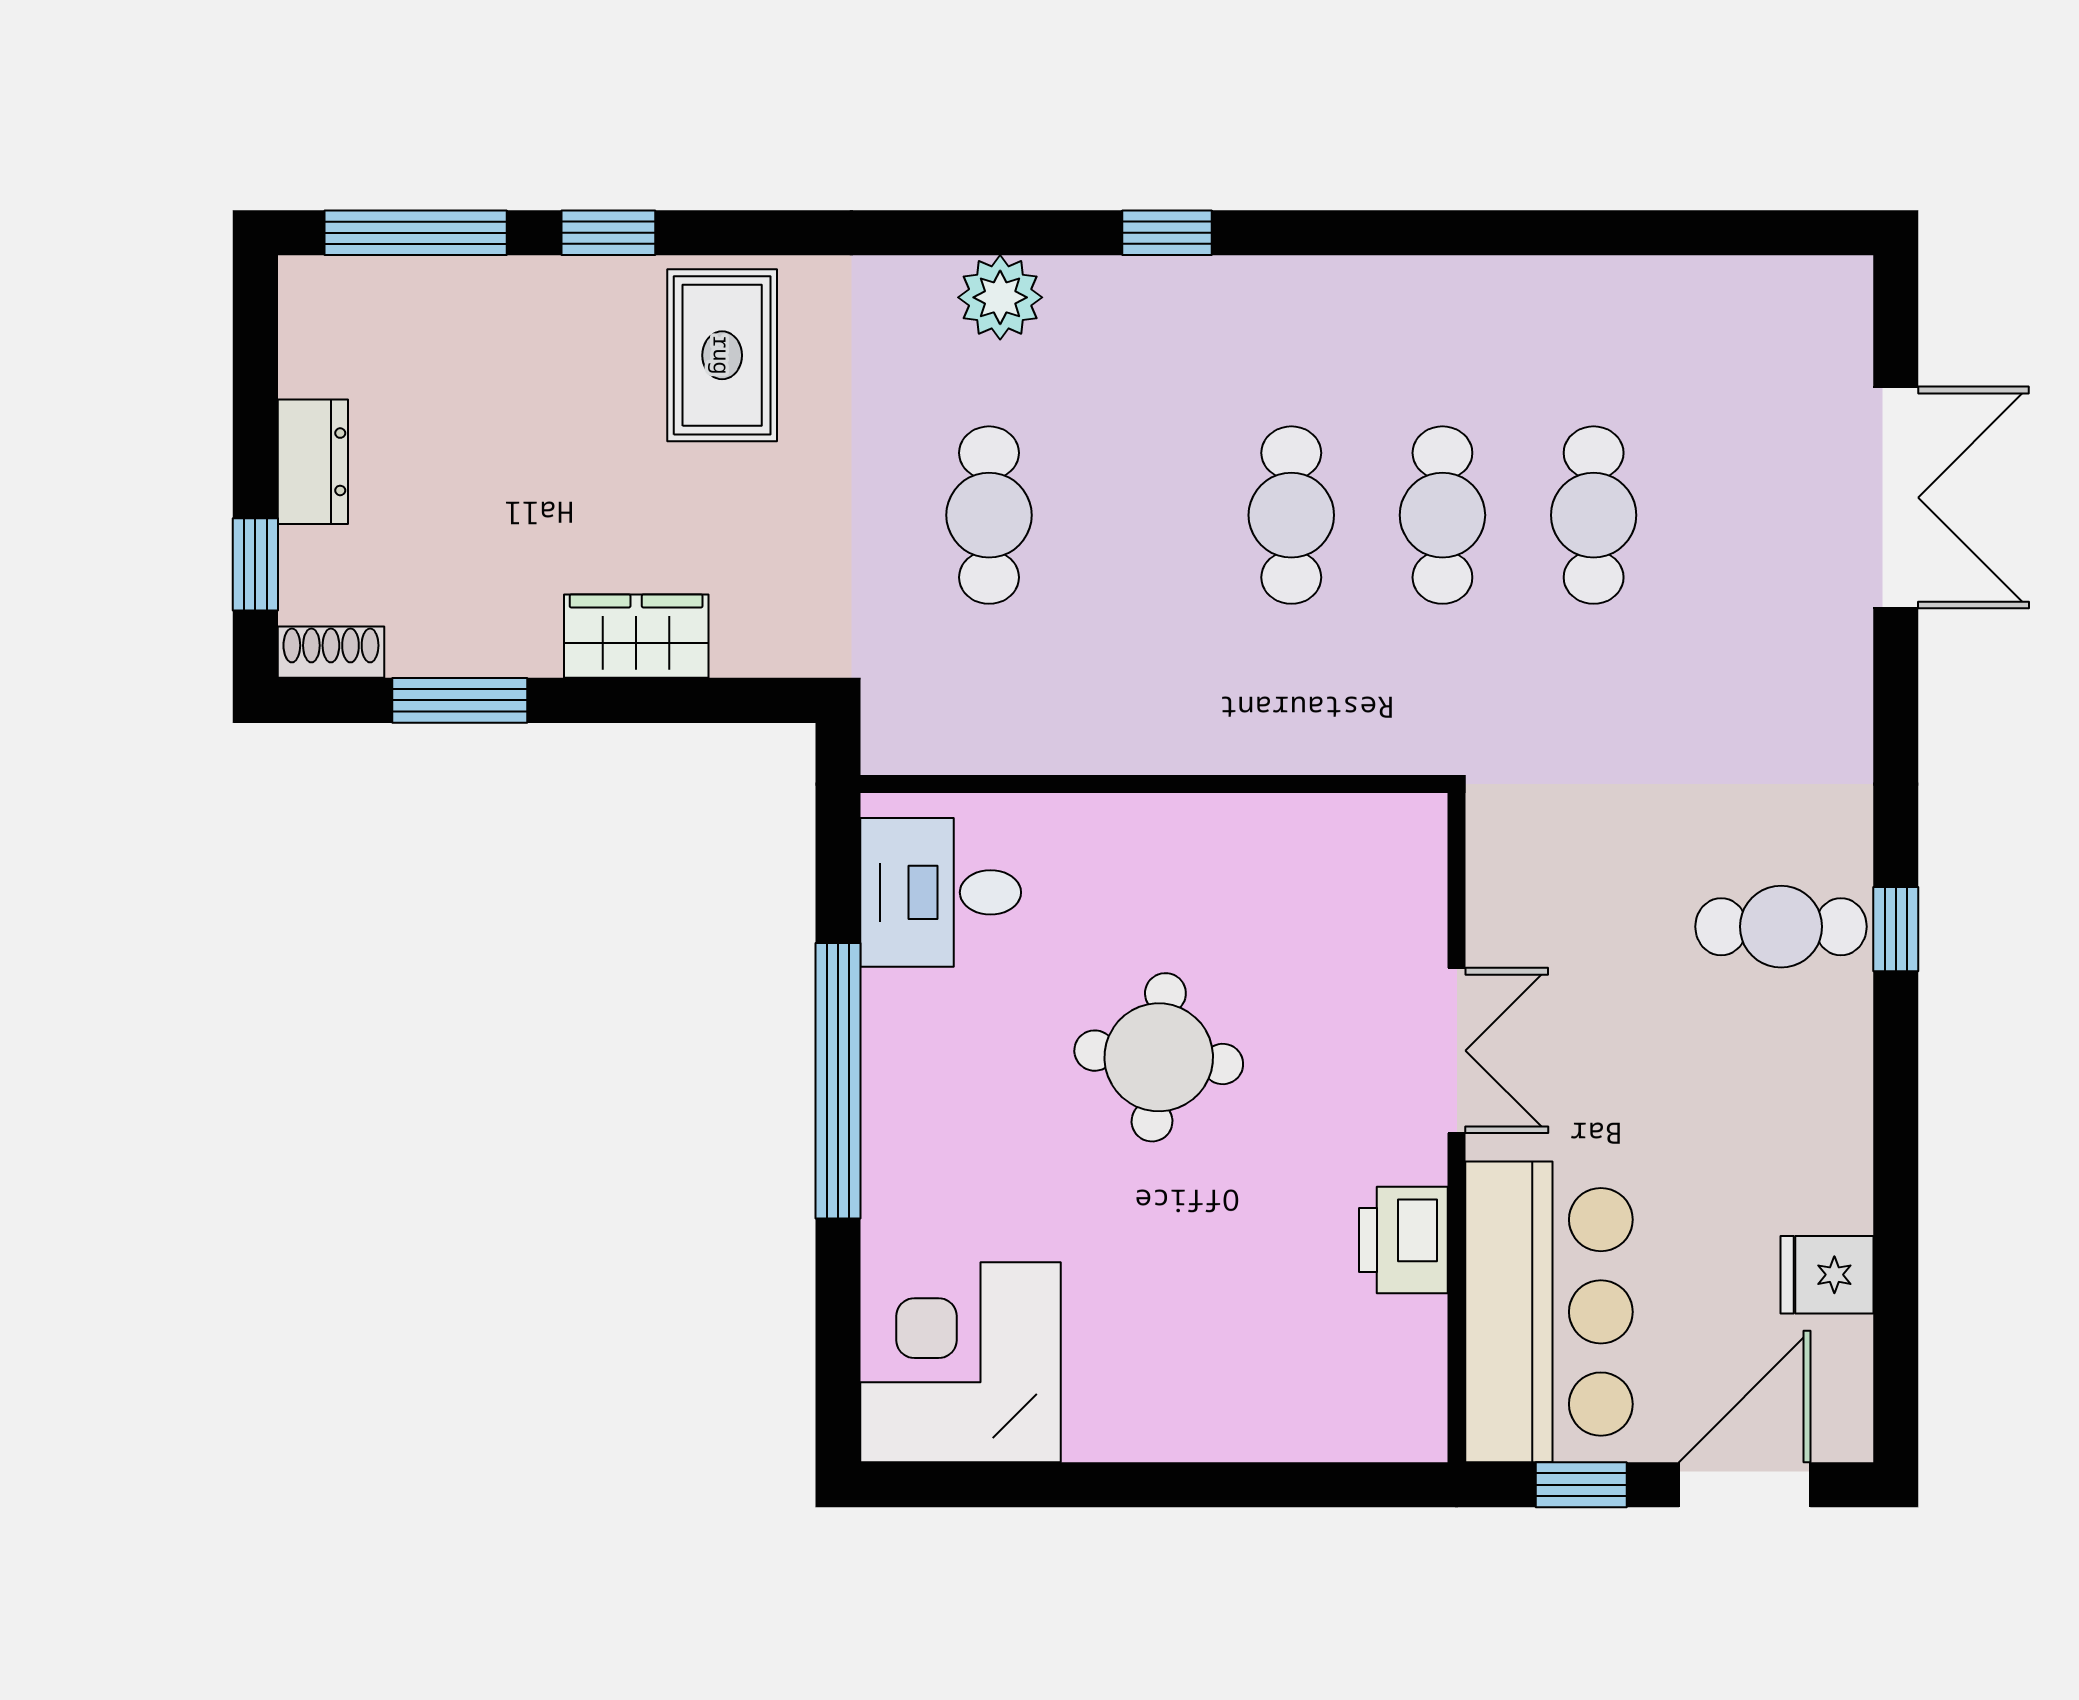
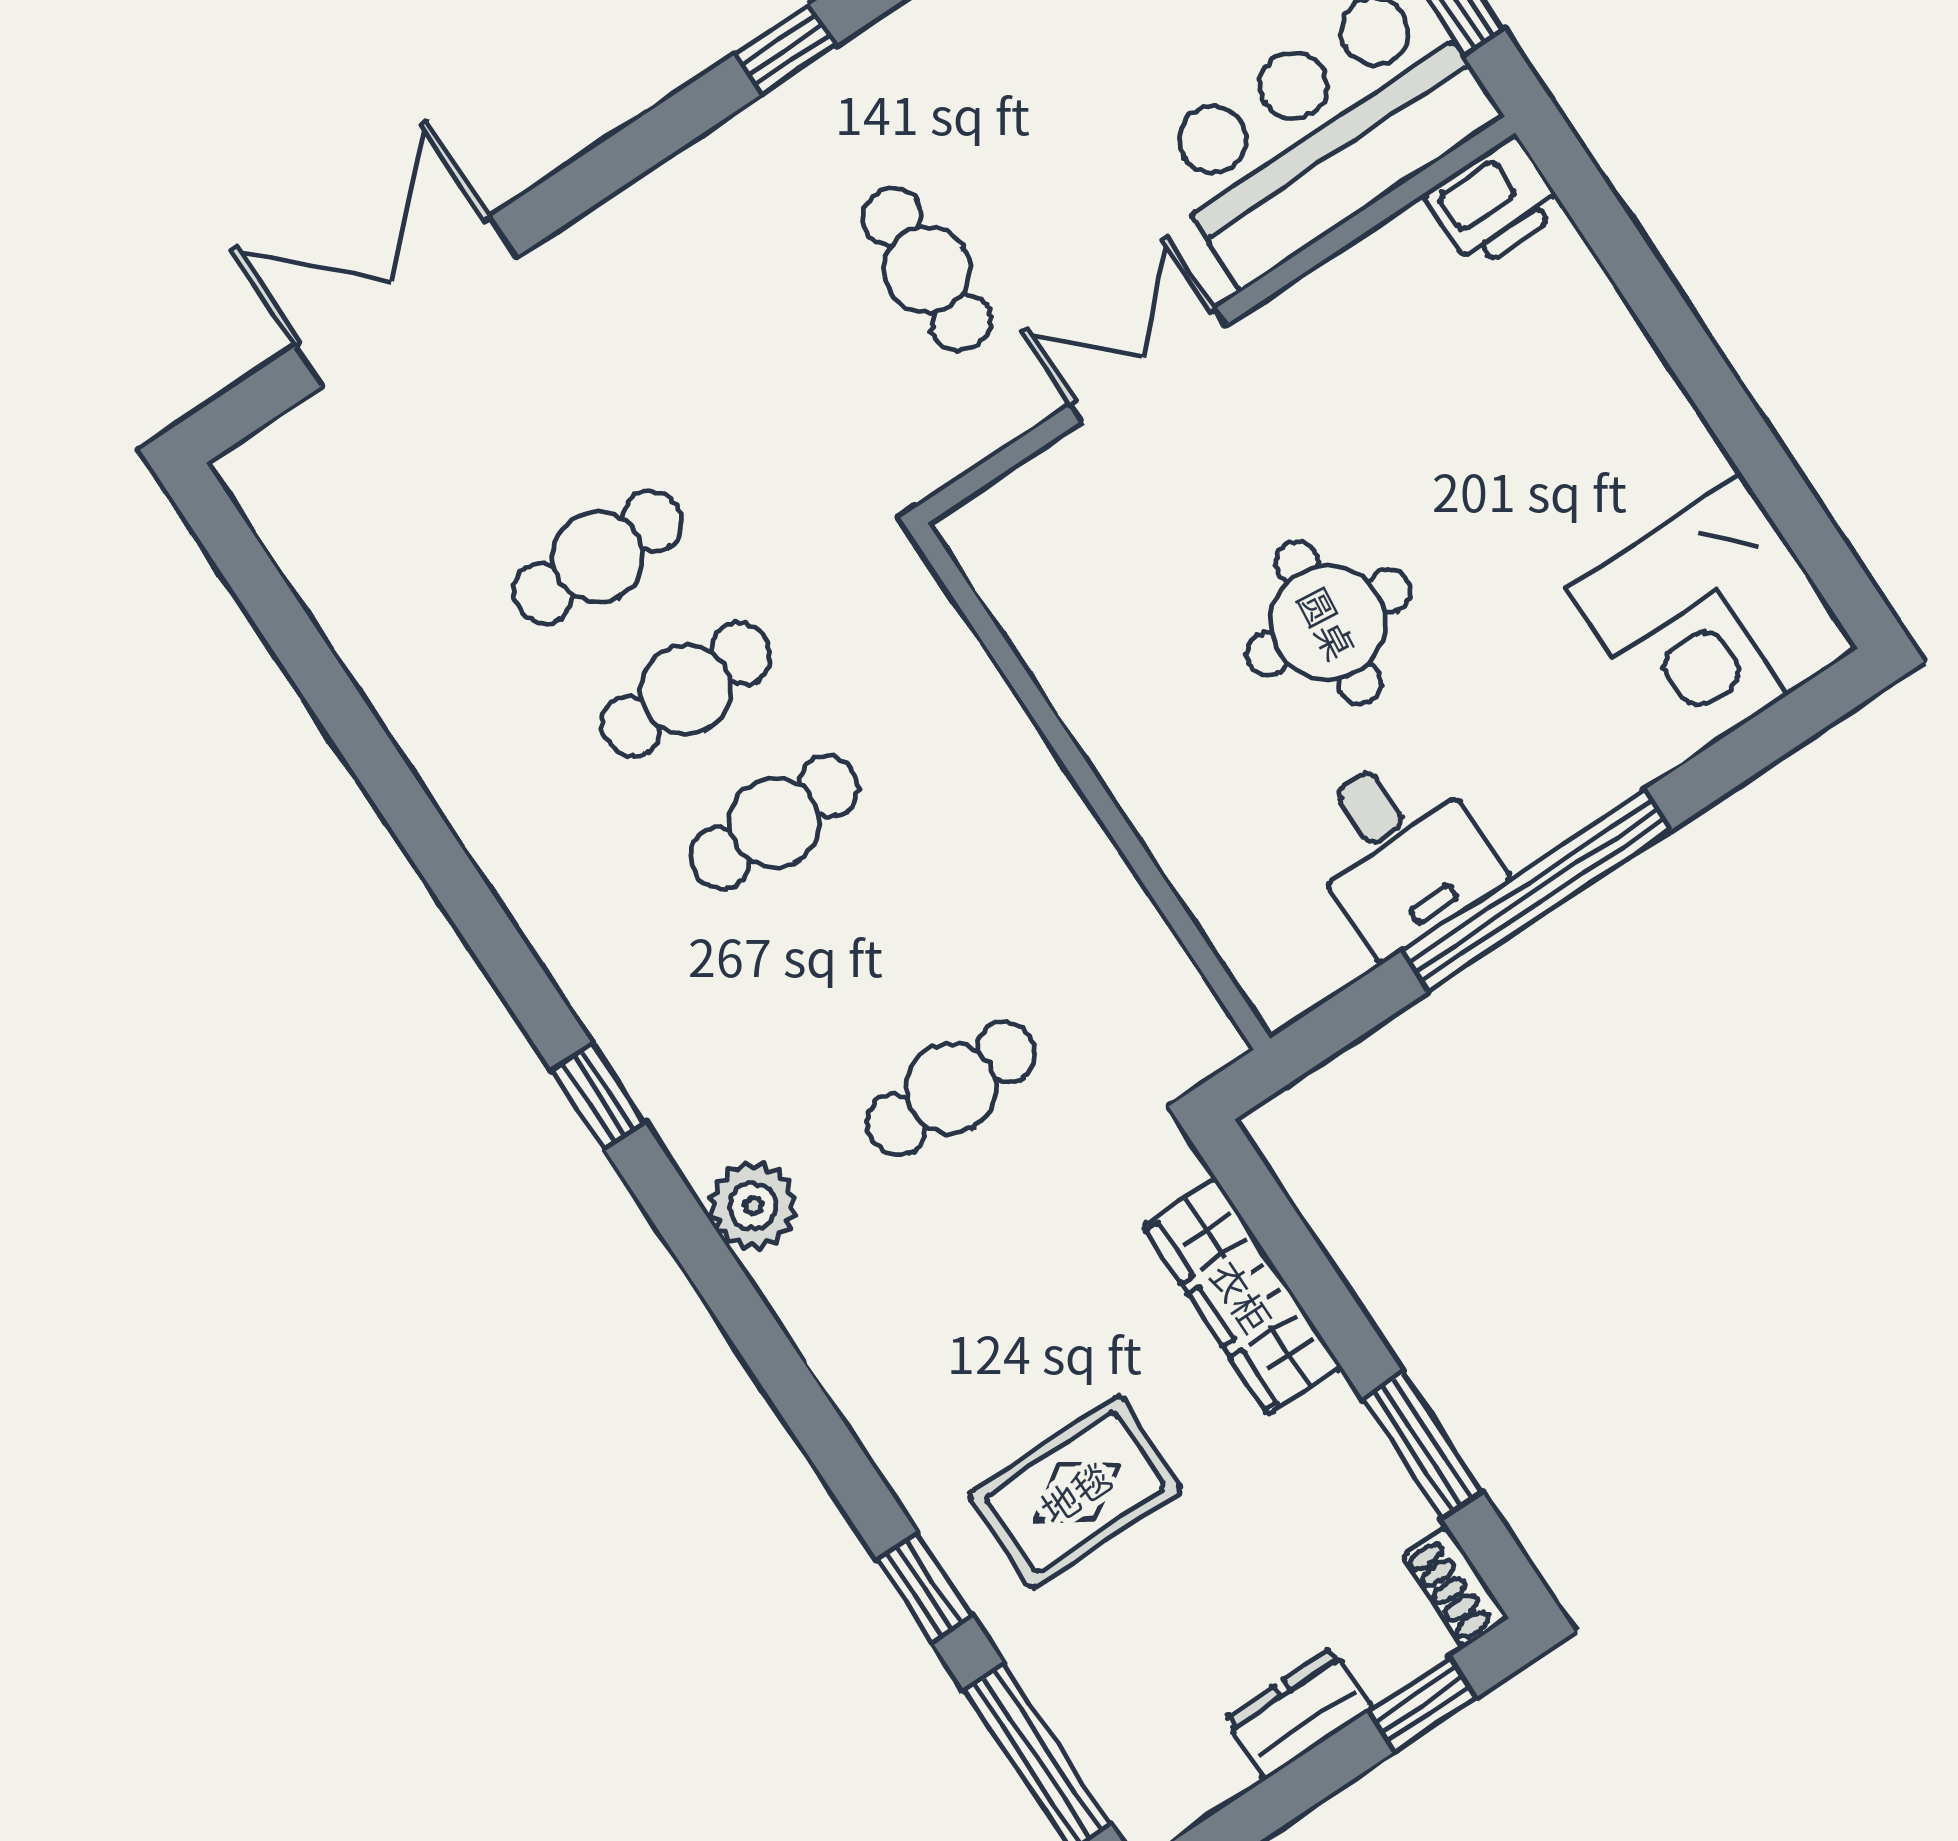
rug: (722, 355) -> (1075, 1492), moved
wardrobe: (636, 636) -> (1242, 1296), width x1.50
desk: (941, 892) -> (1399, 852), moved
cafe table: (1781, 927) -> (927, 270), moved
printer: (1403, 1240) -> (1494, 202), moved

